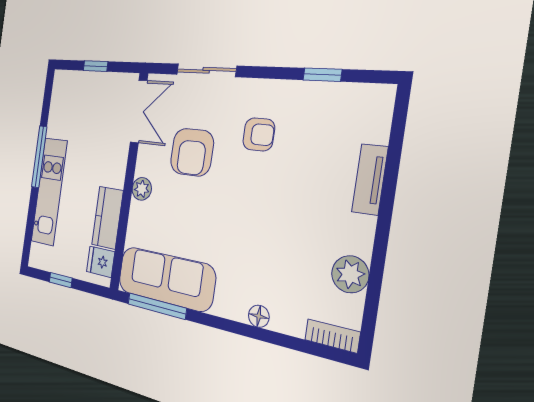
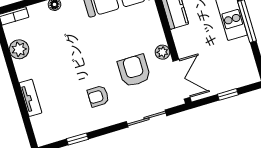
double door: (139, 111) -> (182, 79), swing flipped
plant: (142, 189) -> (162, 52), moved

